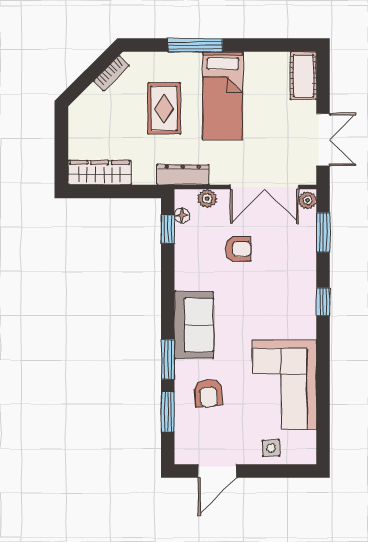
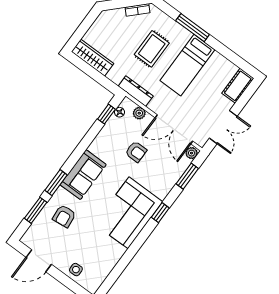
corner sofa: (284, 384) -> (129, 213), moved

